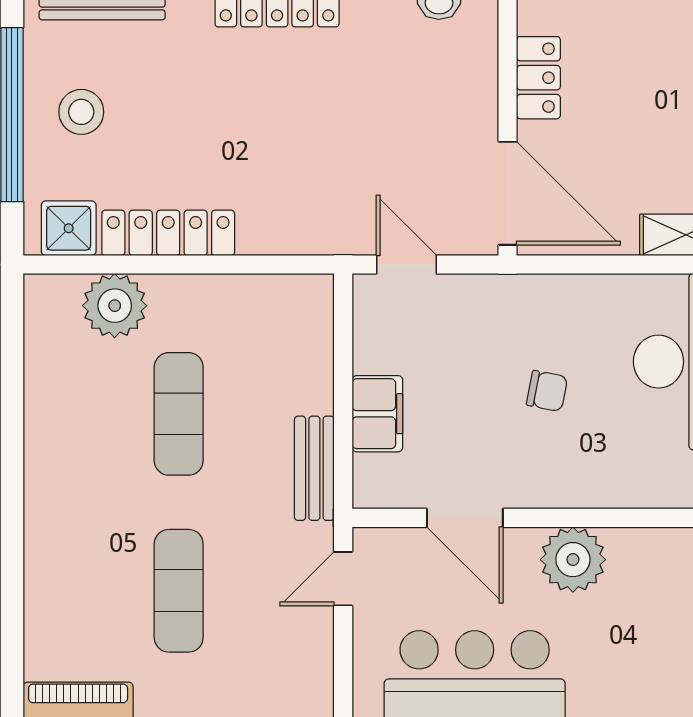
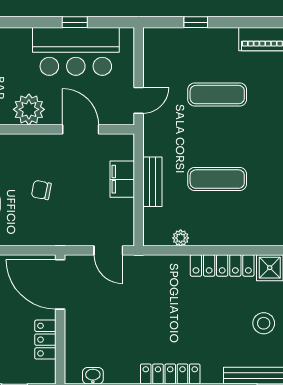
plant: (115, 306) -> (181, 238), moved, width x0.53, depth x0.53
exercise mat: (179, 414) -> (217, 179), turned 90
bench: (314, 468) -> (152, 182), moved
exercise mat: (179, 591) -> (217, 95), turned 90

